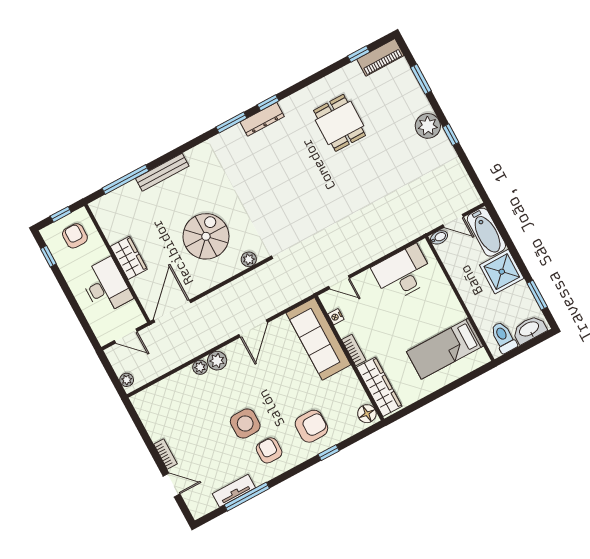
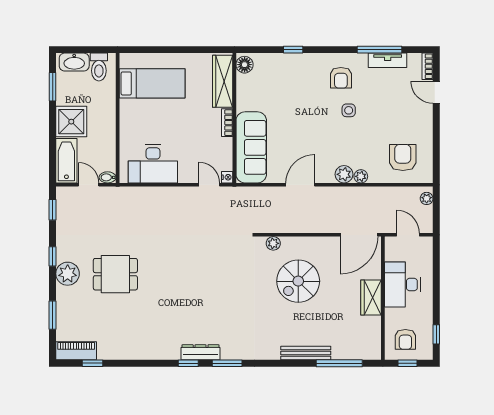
dining table: (340, 123) -> (115, 274), moved, turned 90
window: (475, 179) -> (53, 210), added
nightstand: (336, 317) -> (227, 177), moved
side table: (245, 423) -> (349, 110), width x0.54, depth x0.54
armchair: (311, 426) -> (403, 158), moved, turned 90
bookcase: (165, 454) -> (428, 66), moved

